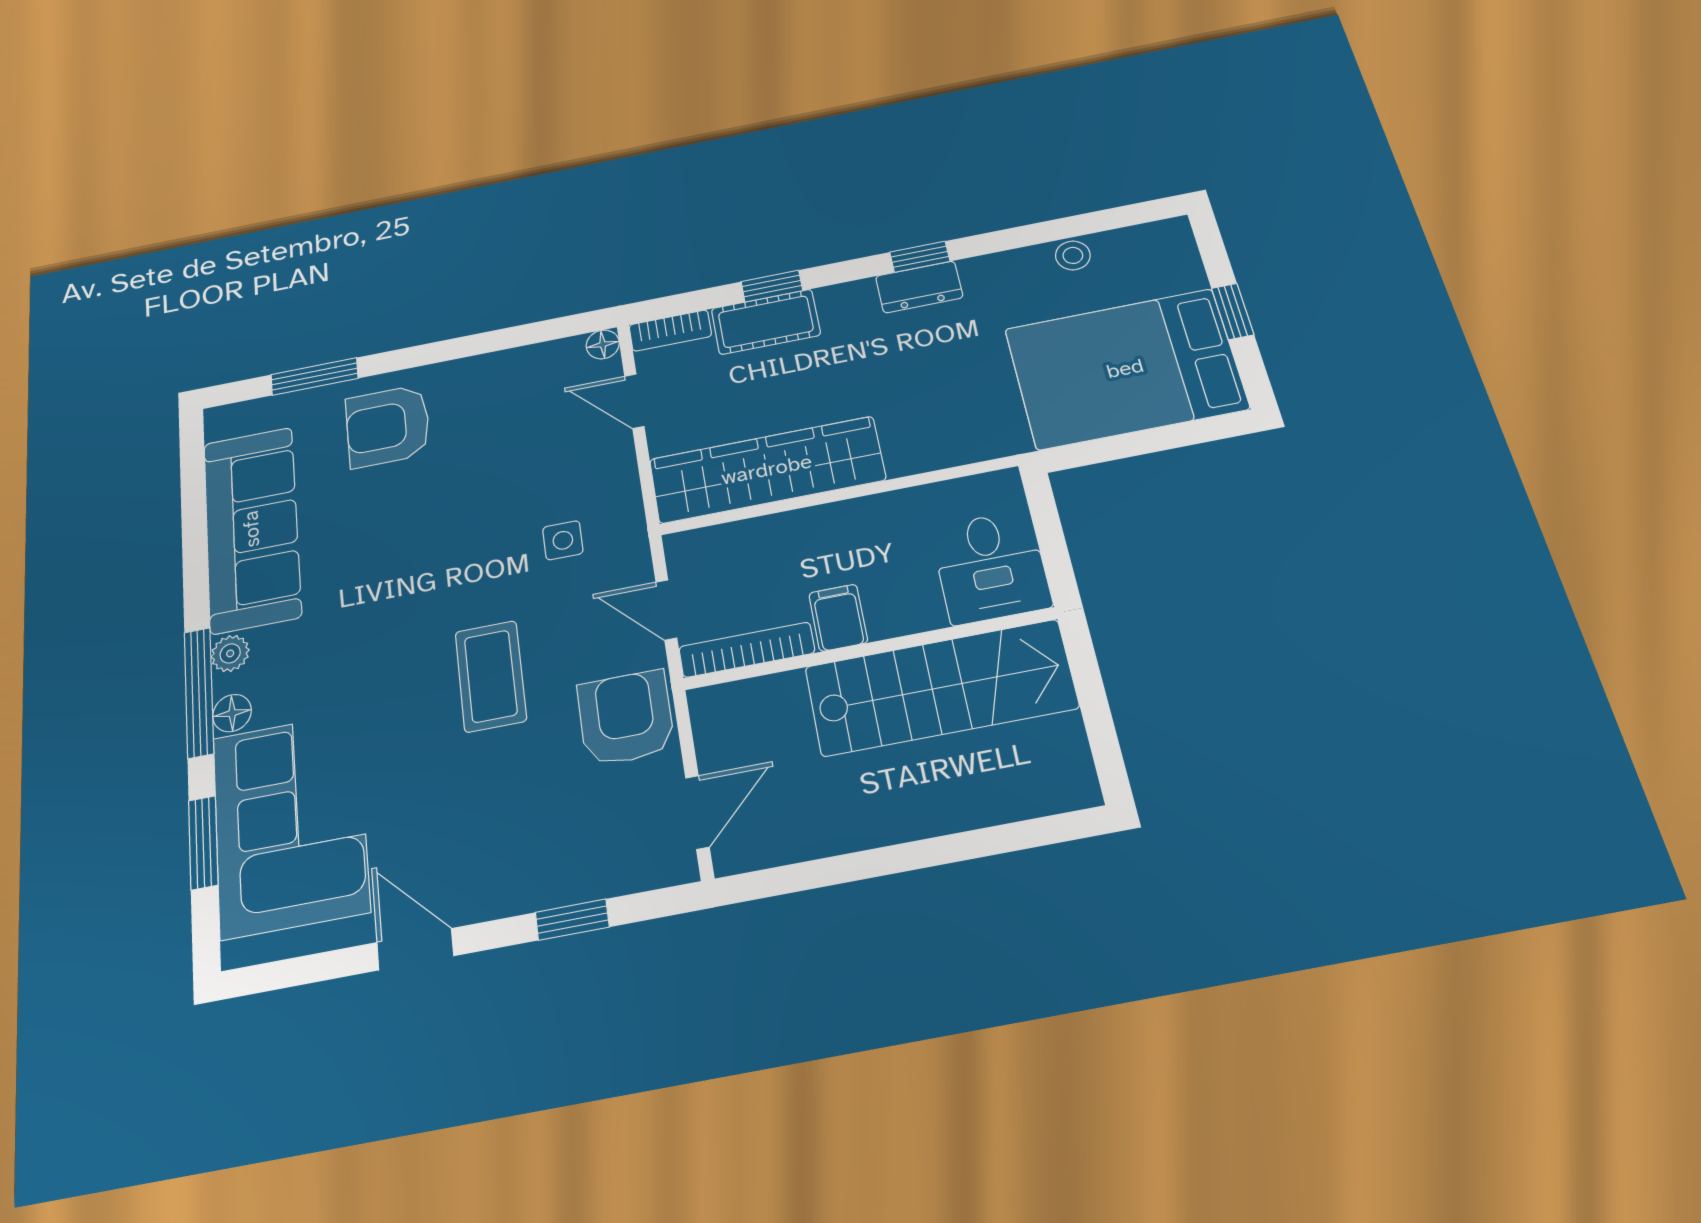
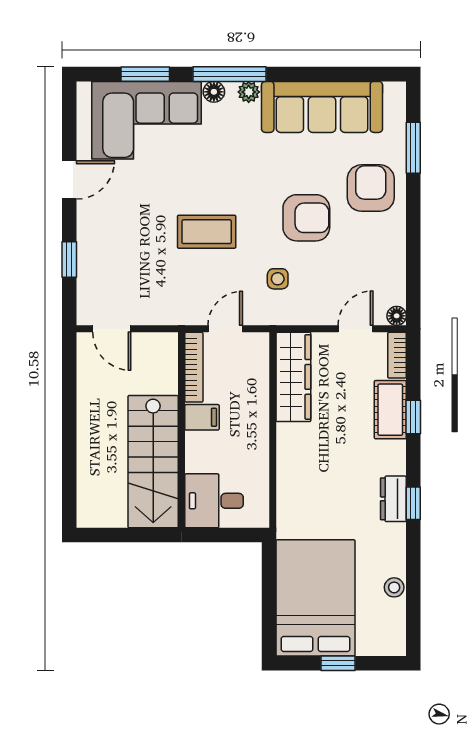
wardrobe: (767, 470) -> (293, 377), width x0.71, depth x0.85
armchair: (626, 718) -> (306, 218), moved

